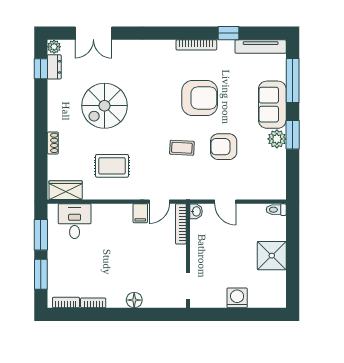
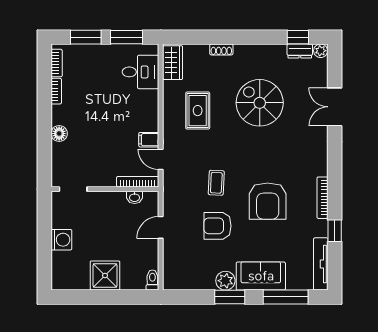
double door: (93, 33) -> (335, 107), moved
armchair: (224, 147) -> (217, 226), turned -90
washbasin: (196, 211) -> (135, 197), moved

